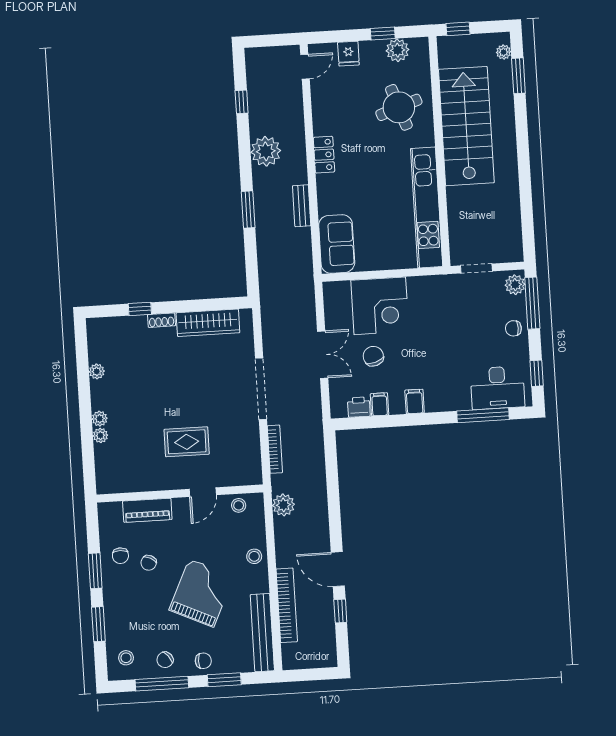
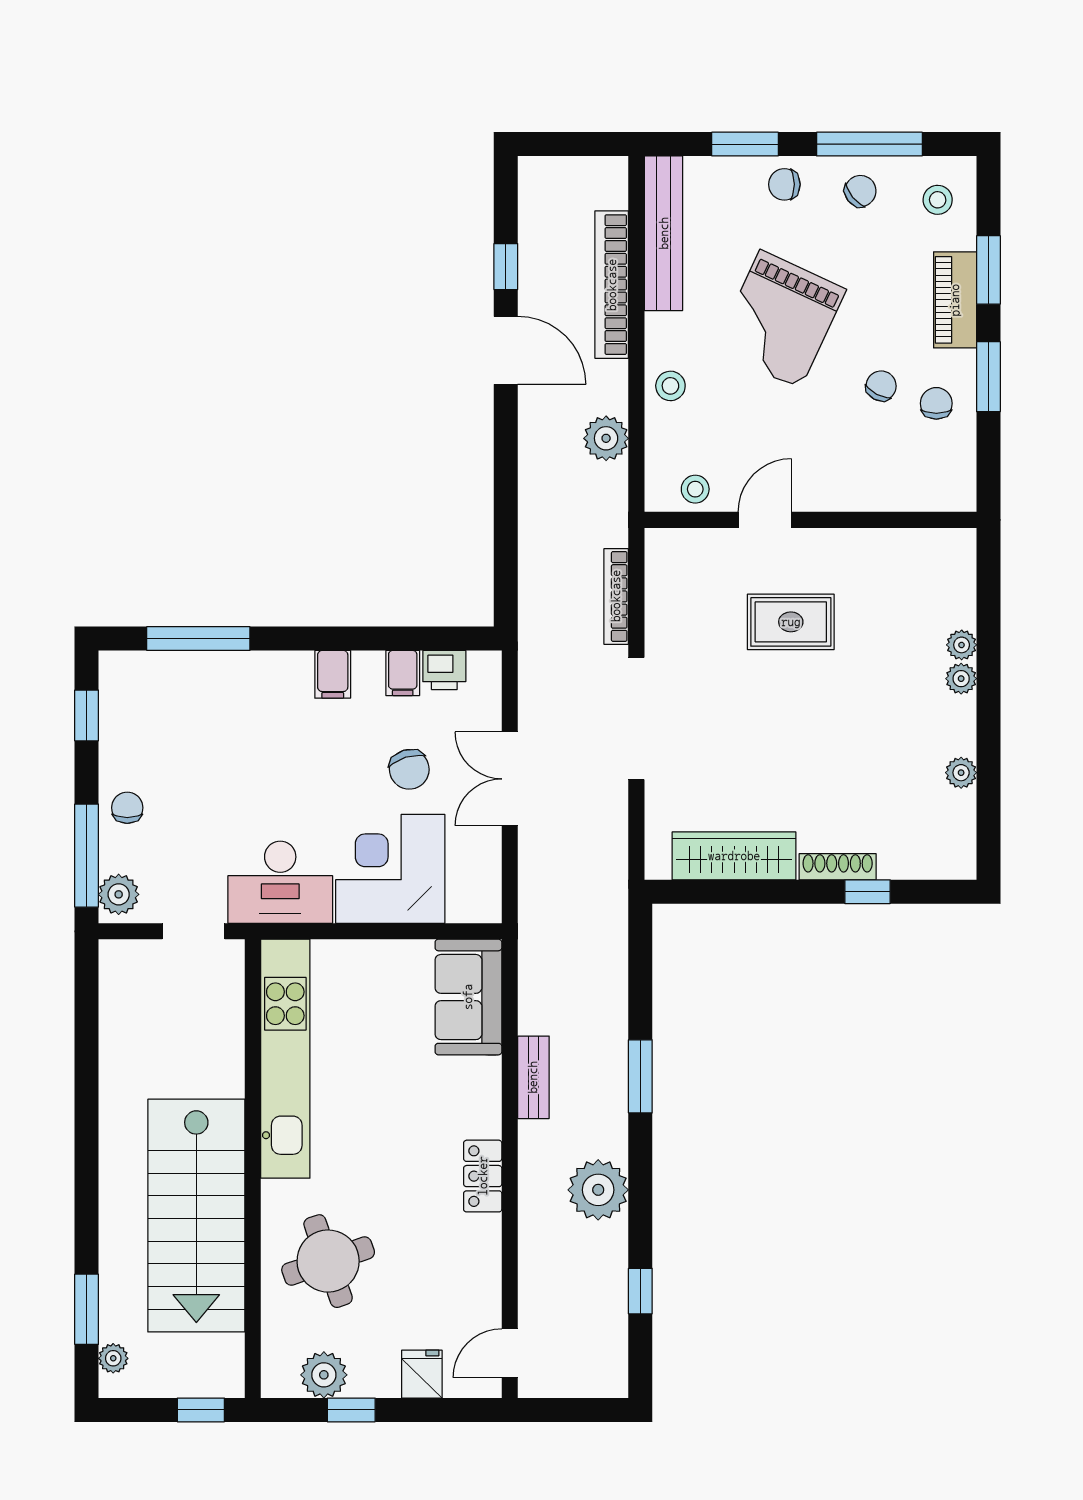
shoe rack: (161, 320) -> (838, 867), width x1.43
chair: (513, 328) -> (127, 808), turned -90
desk: (497, 388) -> (280, 882), moved, turned 180
plant: (283, 505) -> (606, 438), moved
piano: (147, 510) -> (955, 300), moved, turned -90

